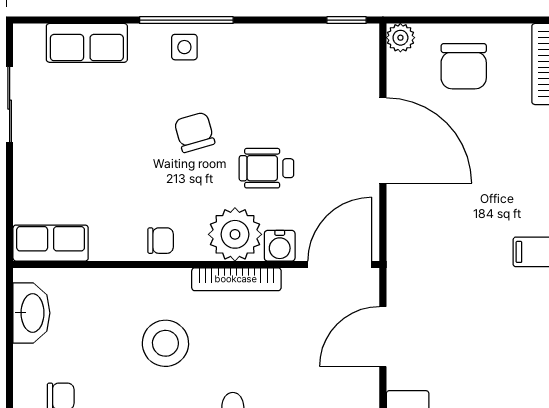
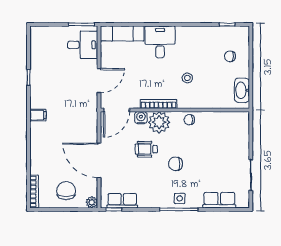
chair: (194, 132) -> (176, 164), turned 106
wheelchair: (266, 168) -> (146, 149), turned 180
row of seats: (51, 243) -> (122, 201), moved, turned 180
stool: (165, 343) -> (187, 78), width x0.53, depth x0.53

